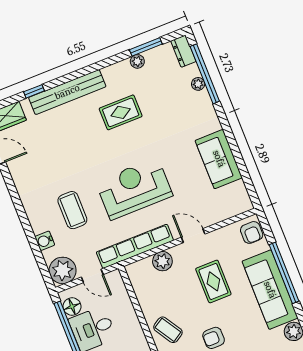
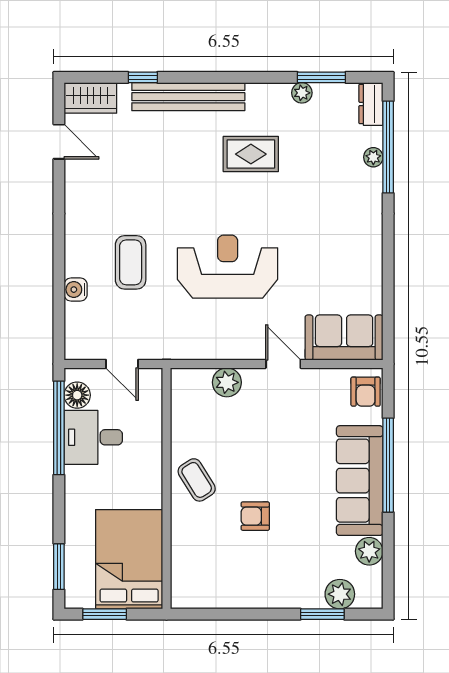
sofa: (219, 159) -> (344, 338), moved, turned 90
row of seats: (135, 246) -> (197, 347), removed
plant: (63, 270) -> (84, 340), removed
rug: (213, 281) -> (286, 438), removed

